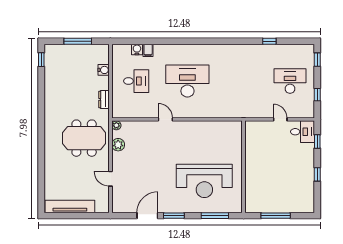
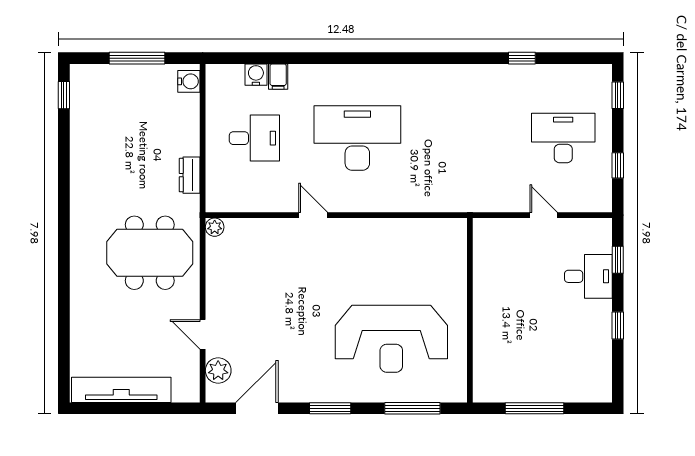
water cooler: (104, 70) -> (189, 81), moved
desk: (303, 132) -> (588, 276), moved
plant: (118, 145) -> (218, 371), moved
door: (147, 216) -> (257, 408), moved

